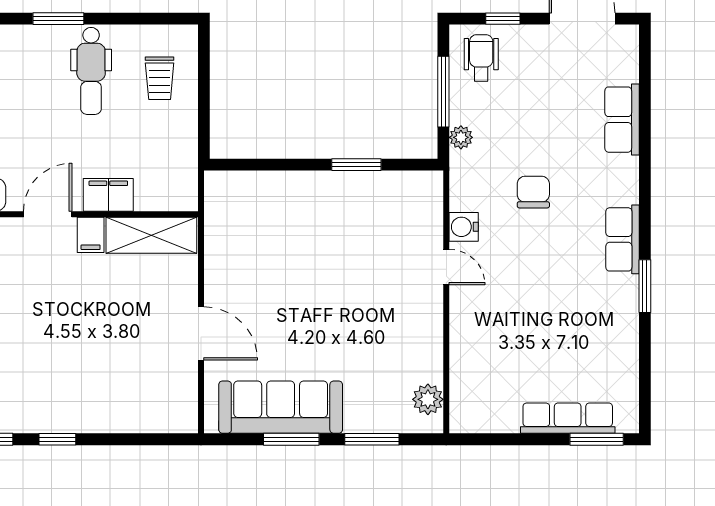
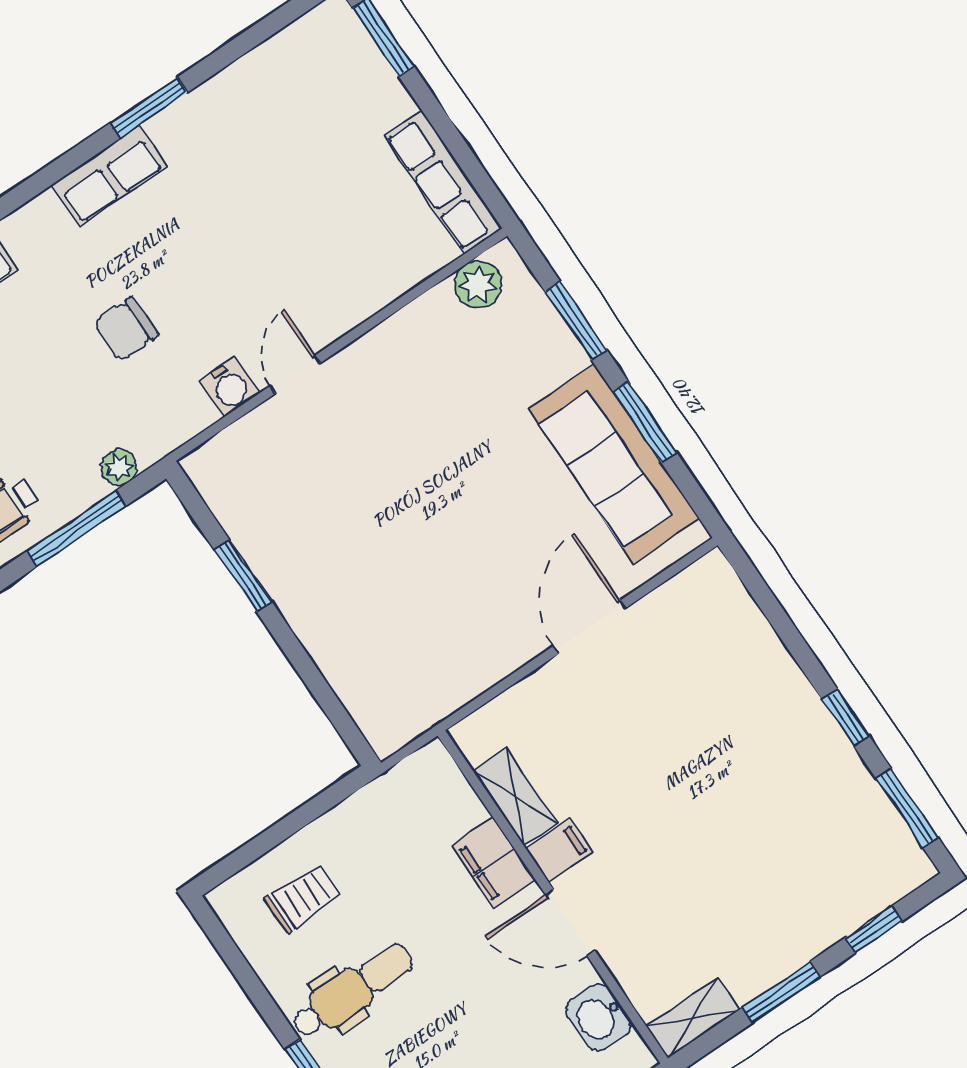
shelving: (151, 235) -> (515, 797), width x0.67, depth x0.75
row of seats: (568, 418) -> (443, 182), moved

